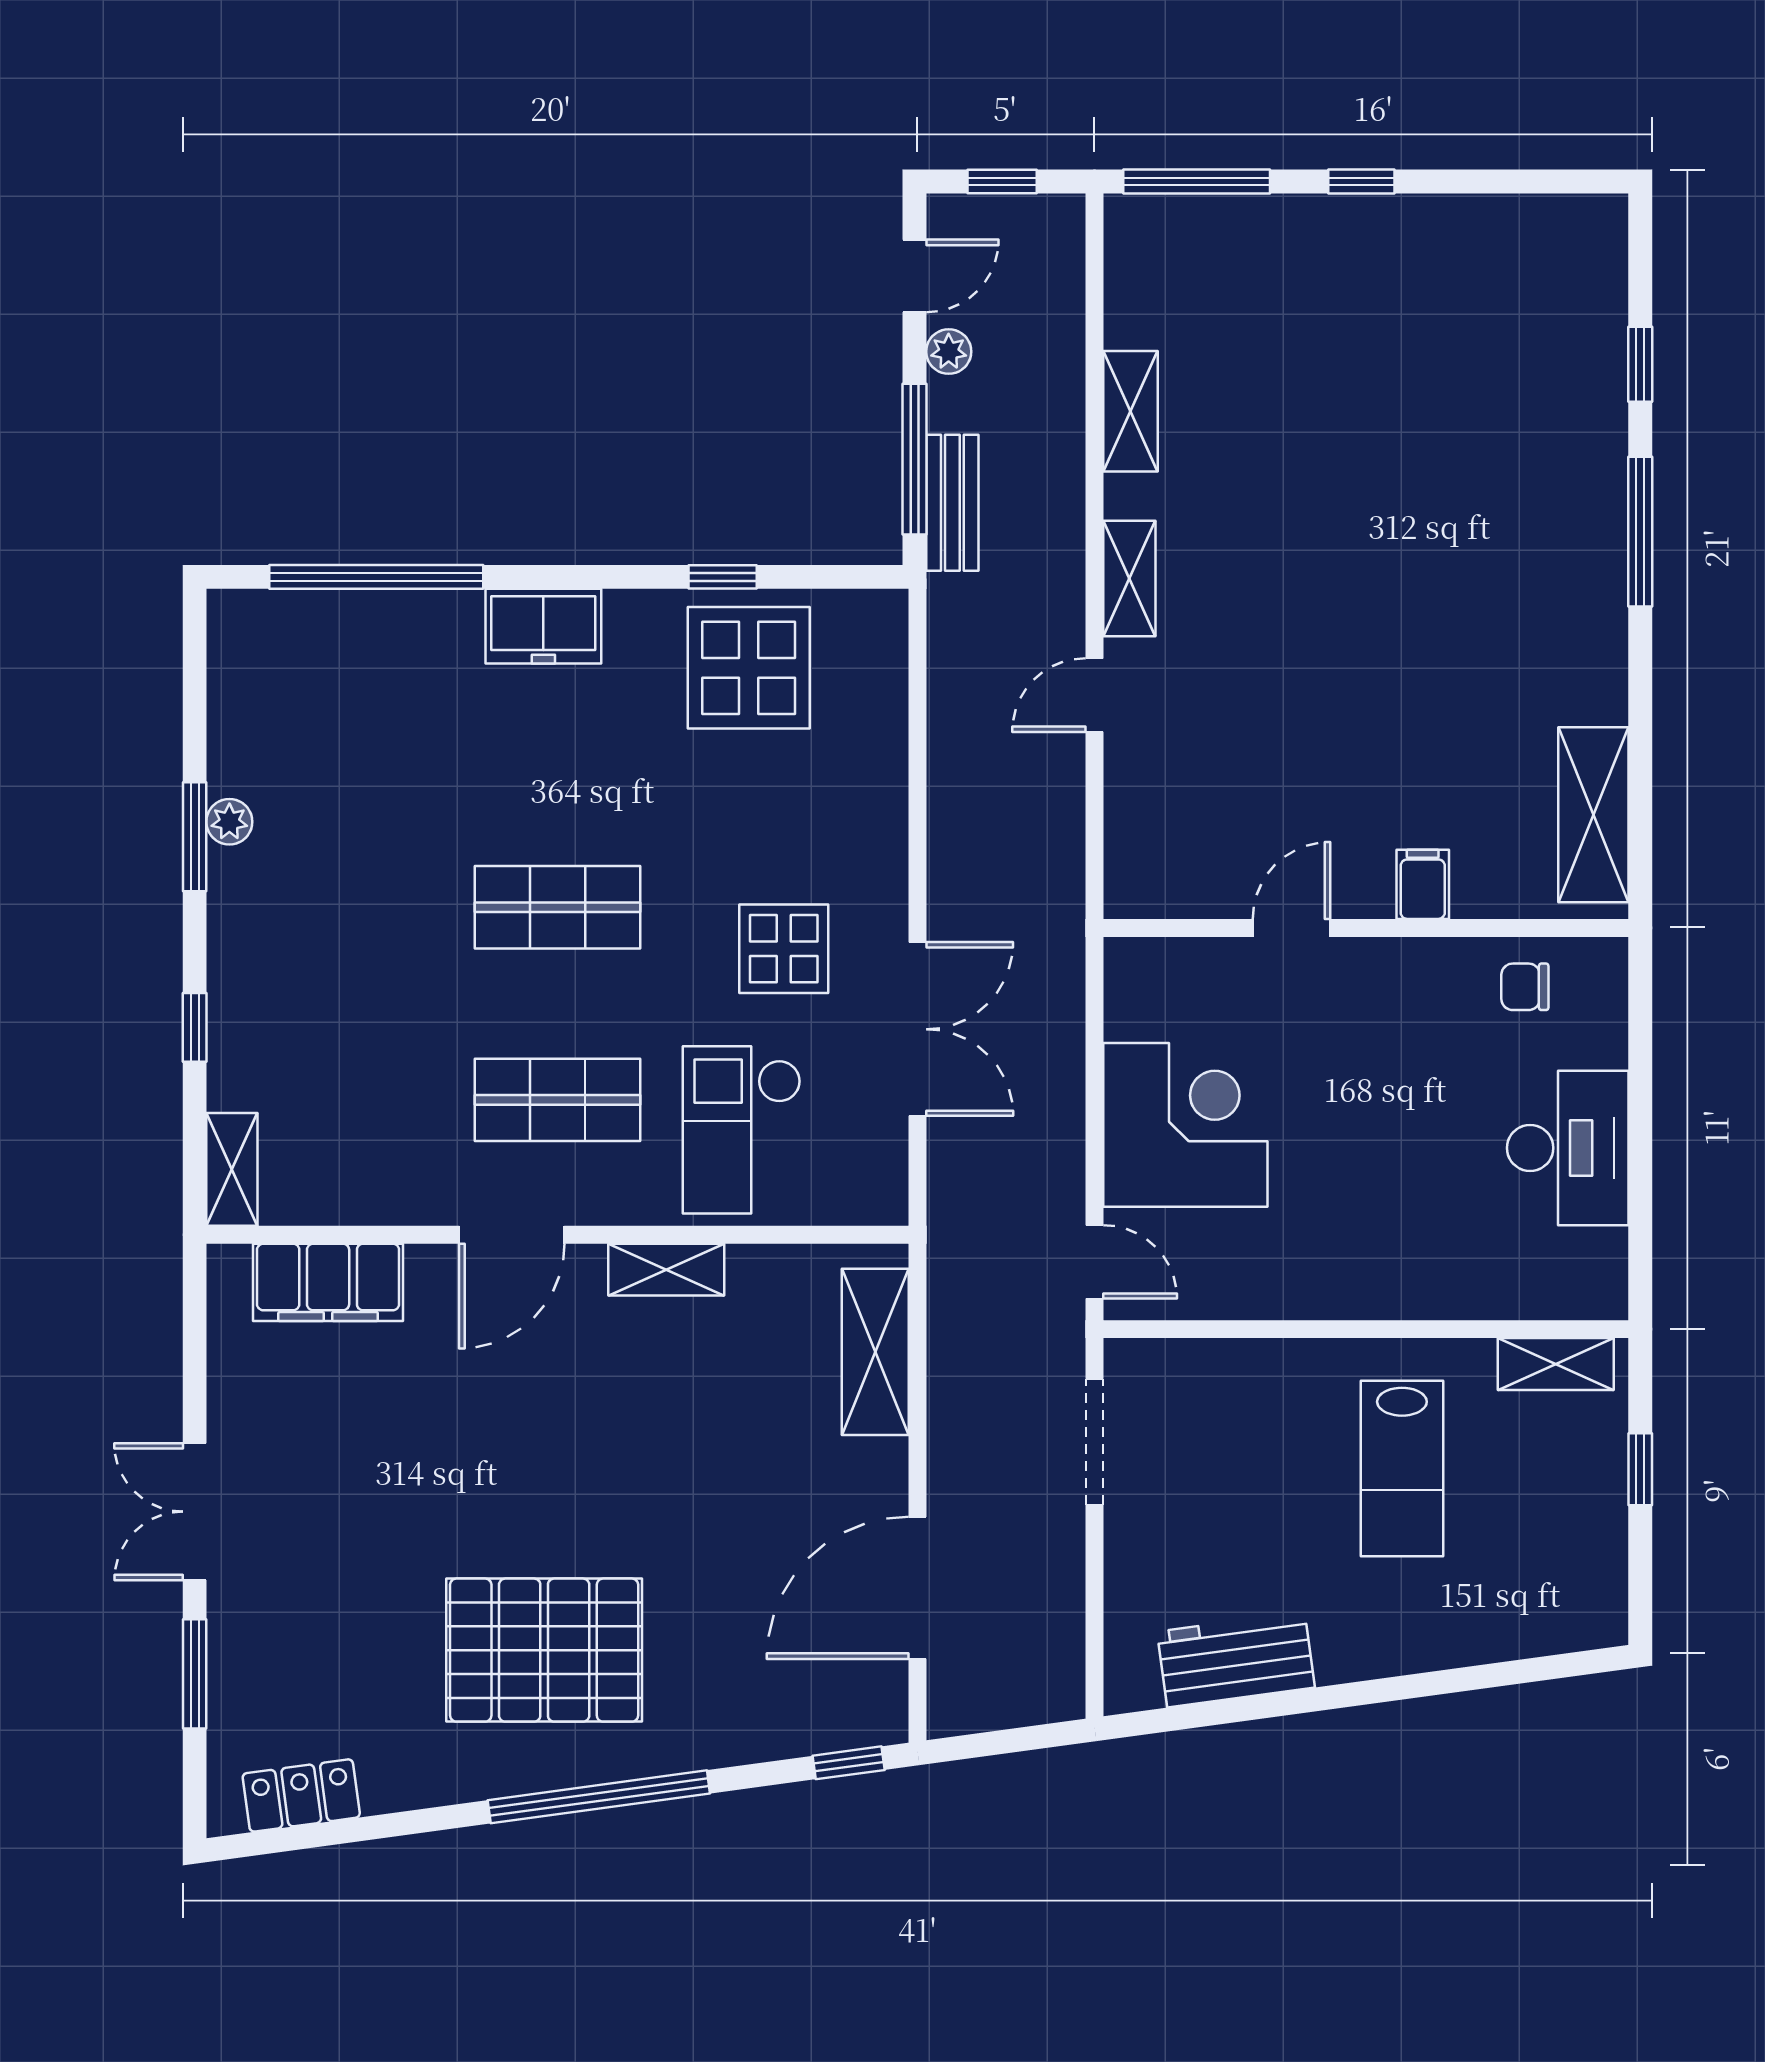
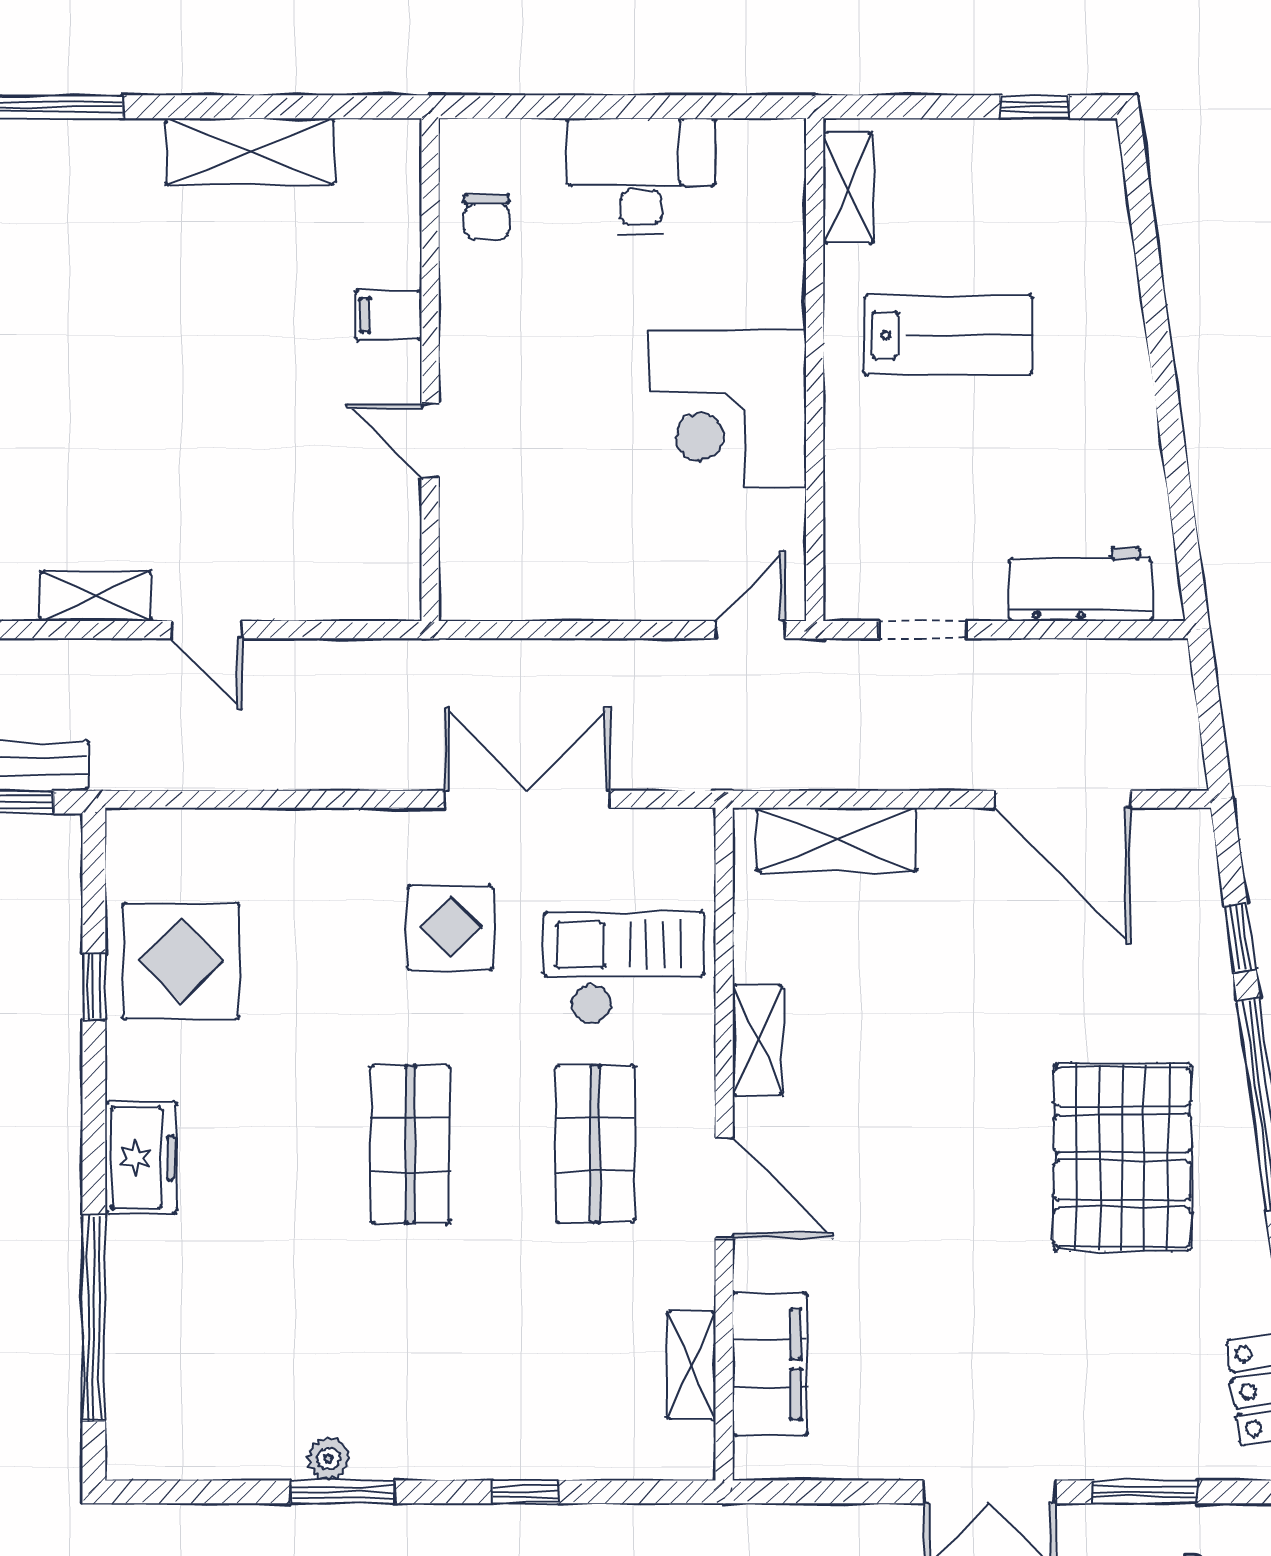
shelving: (1593, 815) -> (250, 152), moved
corner desk: (1185, 1125) -> (728, 408), moved, turned -90
checkout: (742, 1130) -> (624, 968), turned 180
shelving: (232, 1169) -> (691, 1365), moved, turned 90
doorway: (1094, 1442) -> (922, 630), width x0.73
window: (1640, 1469) -> (1035, 107), moved
workbench: (1236, 1659) -> (1080, 584), moved, turned 98
window: (849, 1763) -> (1240, 937), moved

